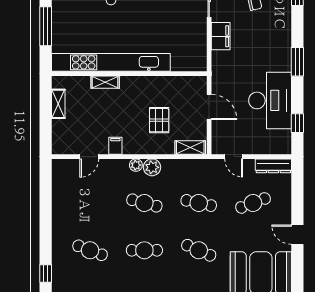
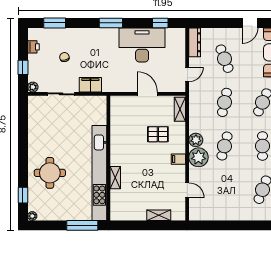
kitchen unit: (111, 62) -> (99, 173), moved
wall: (129, 74) -> (108, 158), moved
shelving: (105, 82) -> (115, 178), moved
shelving: (58, 104) -> (159, 215), moved
door: (209, 107) -> (147, 94), hinge flipped
filing cabinet: (115, 146) -> (178, 159), moved
plant: (136, 165) -> (198, 157), width x1.88, depth x1.88

